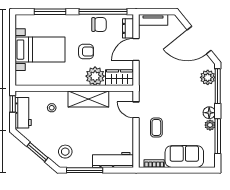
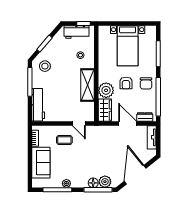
chair: (99, 25) -> (146, 83), moved
door: (136, 110) -> (79, 123), swing flipped
floor lamp: (209, 113) -> (93, 183), moved

